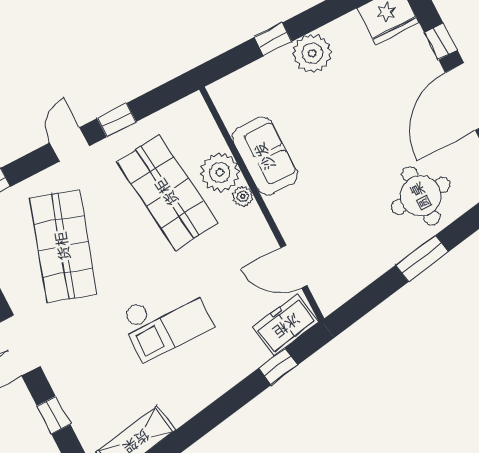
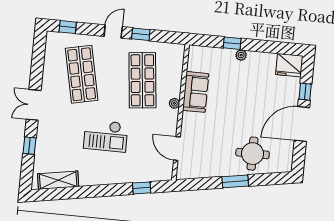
plant: (312, 53) -> (241, 55), width x0.53, depth x0.53
plant: (220, 172) -> (171, 86), removed
shop shelf: (63, 246) -> (82, 74), turned -30
freezer: (286, 325) -> (157, 172), removed

